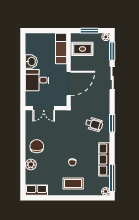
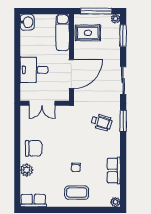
window: (89, 31) -> (96, 11), width x1.44
washbasin: (31, 62) -> (27, 22), moved
sliding door: (112, 78) -> (123, 81), moved
chair: (37, 146) -> (34, 148), turned 90
row of seats: (104, 159) -> (114, 171), width x0.68
window: (112, 178) -> (123, 186), removed

